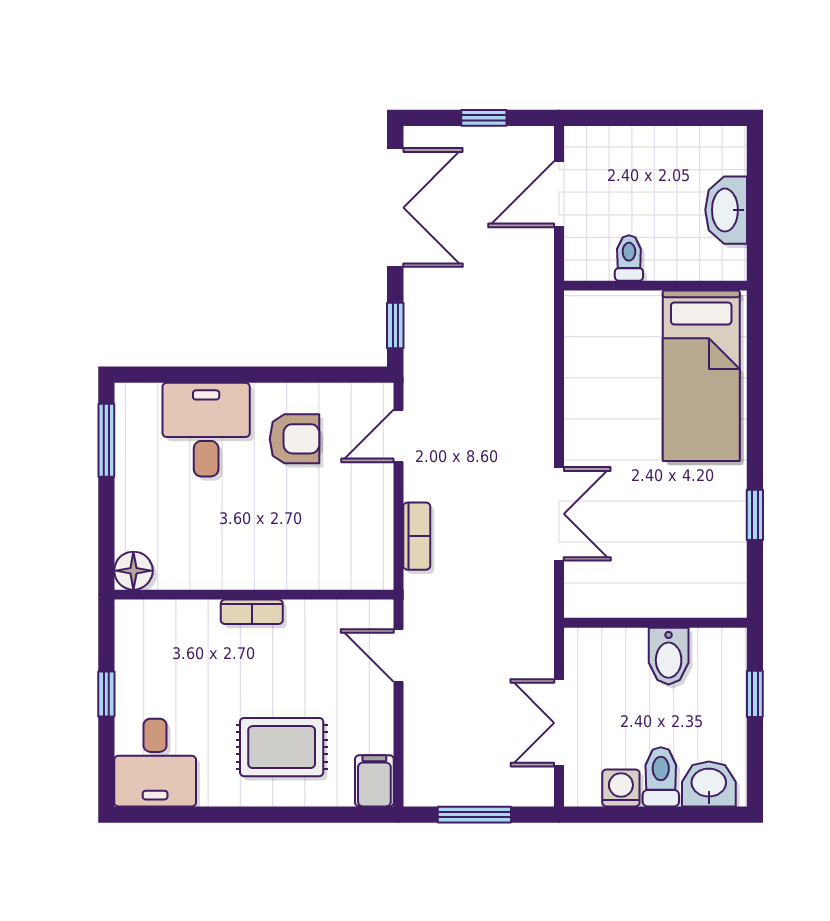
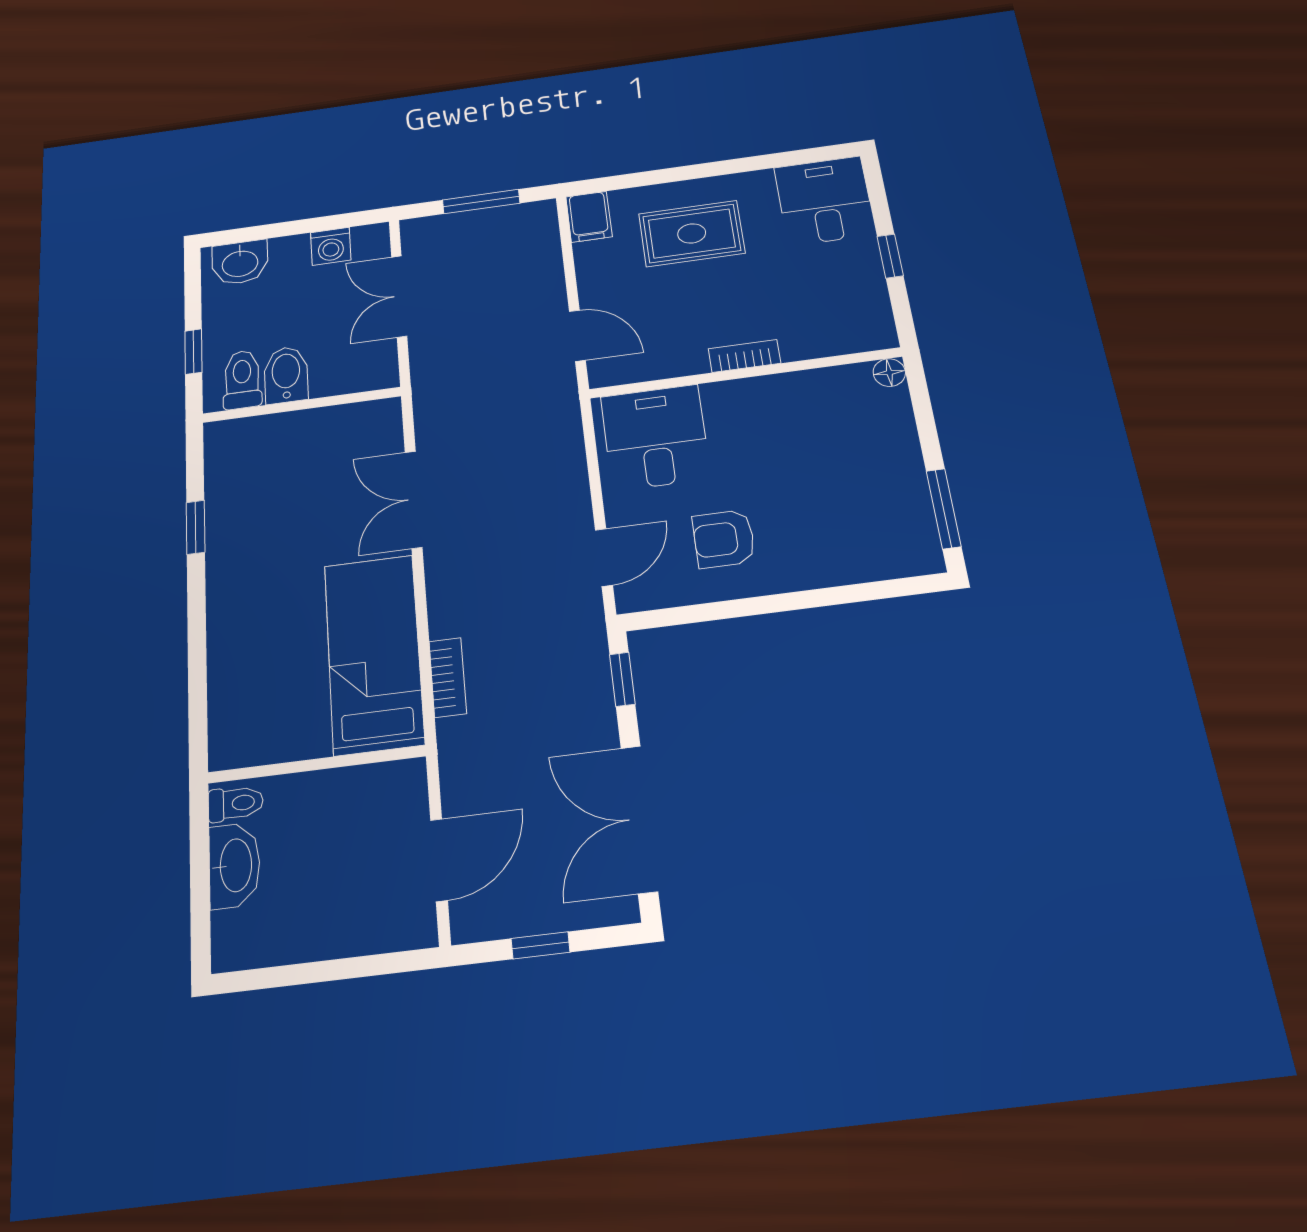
toilet: (629, 258) -> (236, 803), moved, turned -90
bed: (701, 376) -> (374, 654), moved
desk: (206, 430) -> (655, 437), moved, turned 180
bookcase: (417, 536) -> (448, 677), moved, turned 180
floor lamp: (133, 571) -> (889, 373), width x0.73, depth x0.73
double door: (559, 723) -> (399, 296), swing flipped
toilet: (661, 777) -> (242, 380), moved, turned 180

